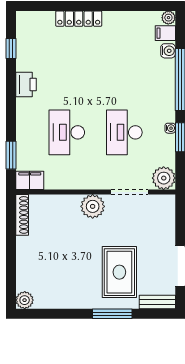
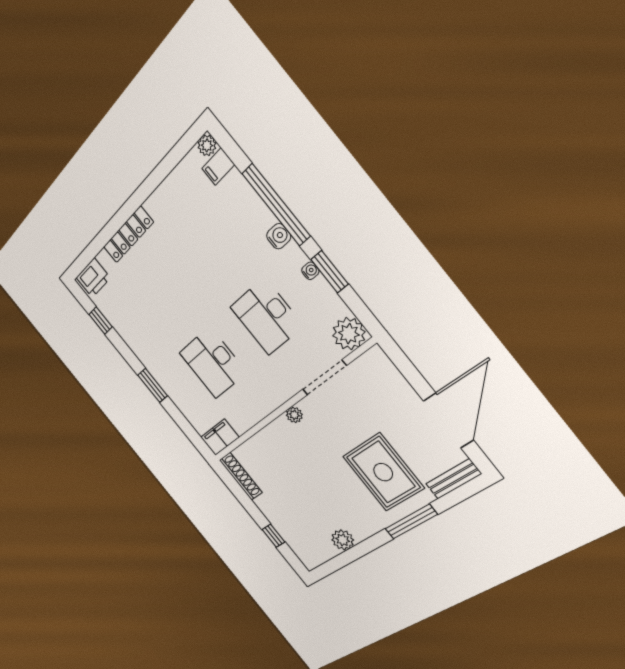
water cooler: (168, 51) -> (279, 236), moved
printer: (26, 85) -> (93, 278), moved, turned 90
window: (11, 155) -> (153, 385), moved
plant: (93, 206) -> (294, 415), width x0.53, depth x0.53
window: (11, 269) -> (273, 536), added
plant: (25, 300) -> (343, 540), moved

